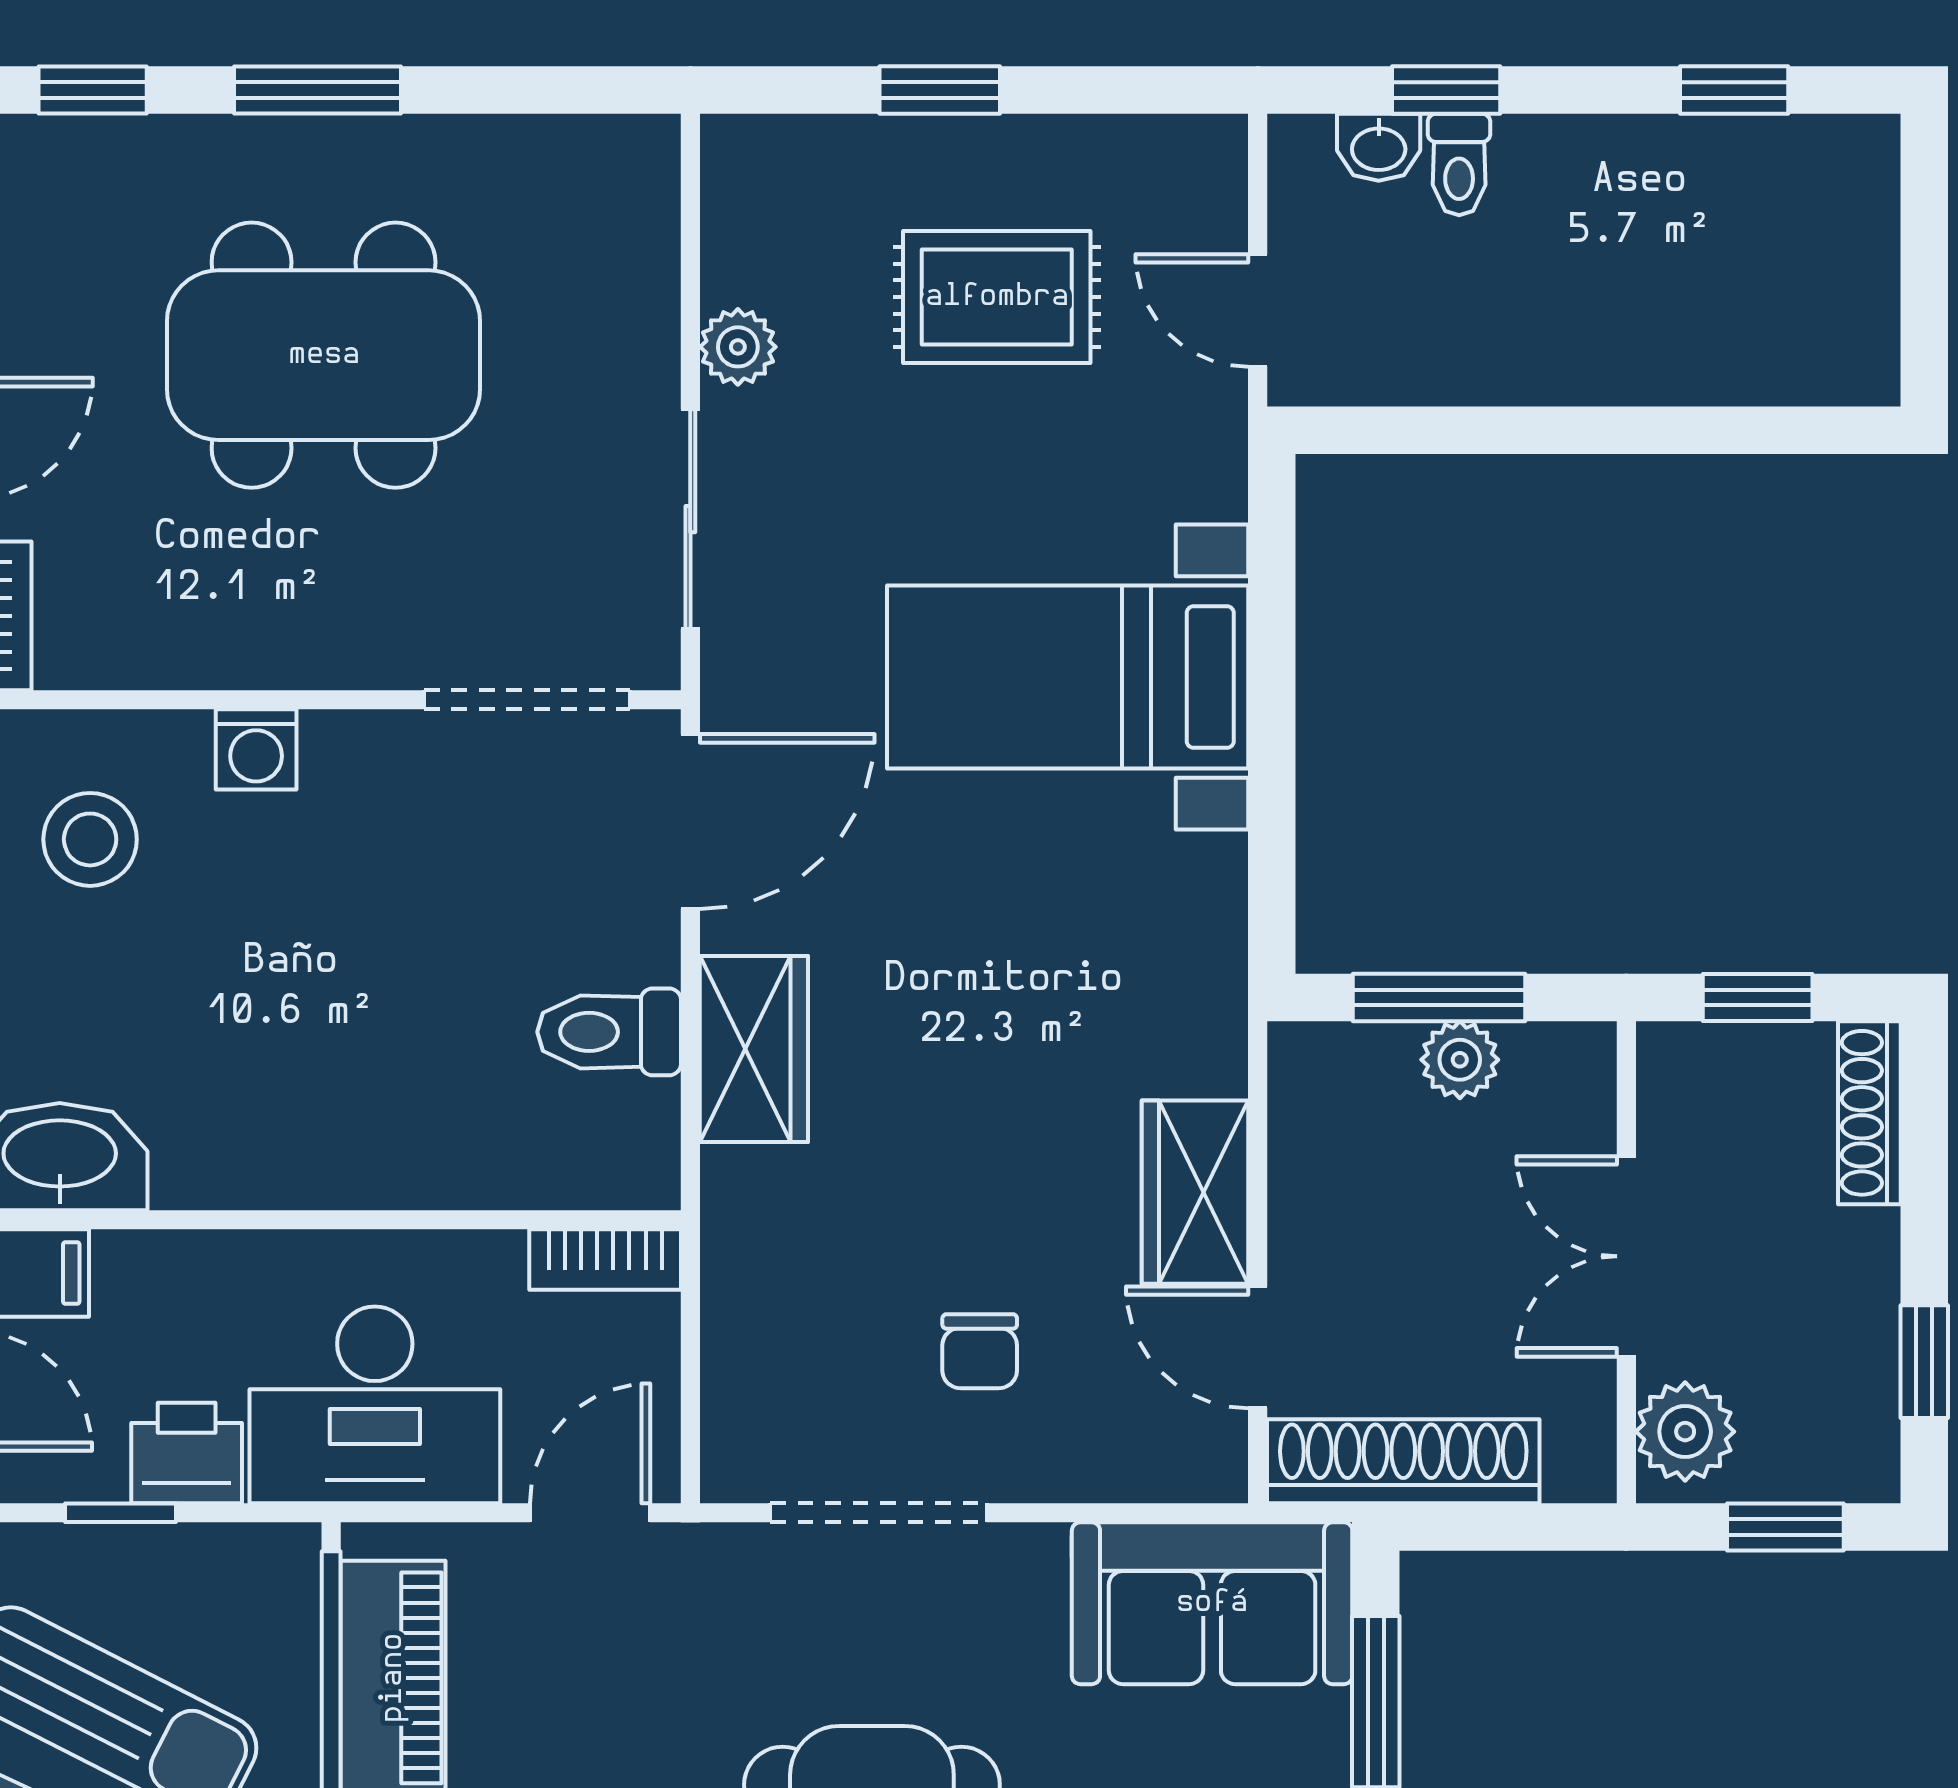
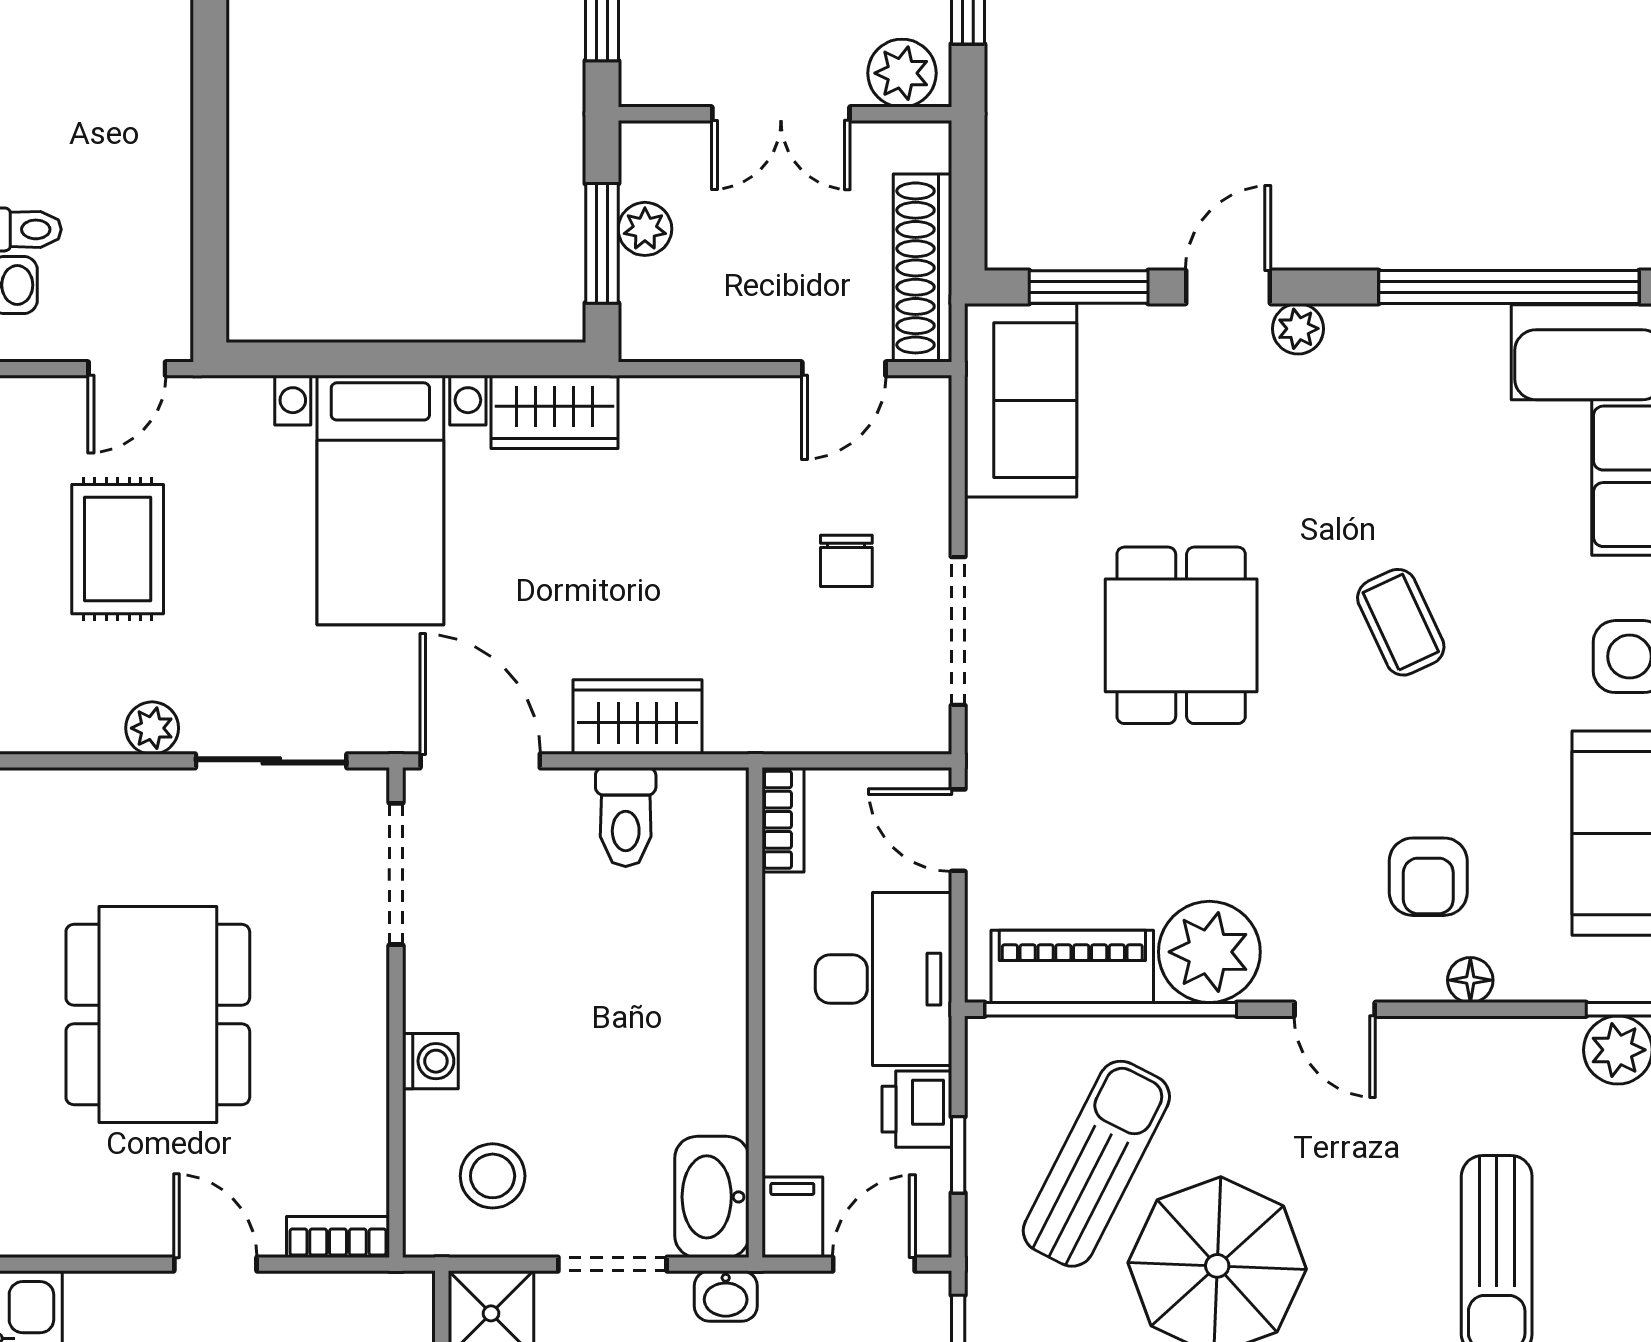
wardrobe: (1195, 1192) -> (554, 412), moved
chair: (980, 1351) -> (846, 561), turned 90

